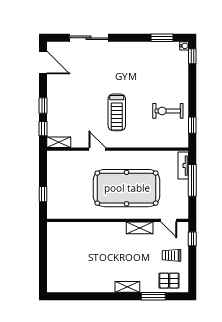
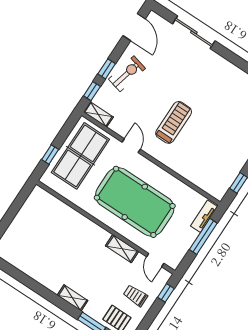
exercise bike: (168, 111) -> (127, 74), moved, turned 104
treadmill: (117, 112) -> (174, 122), turned 180
table tennis table: (66, 181) -> (80, 156), added

